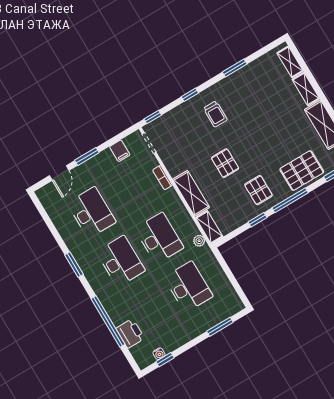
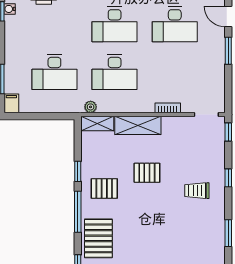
filing cabinet: (120, 151) -> (11, 103), moved, turned 90

